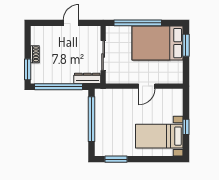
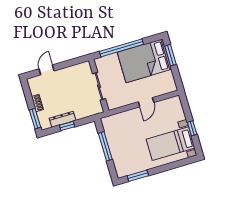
door: (71, 23) -> (47, 70), moved
dresser: (87, 78) -> (63, 119), moved
window: (58, 87) -> (67, 126), width x0.32
window: (91, 119) -> (105, 146), width x0.68

